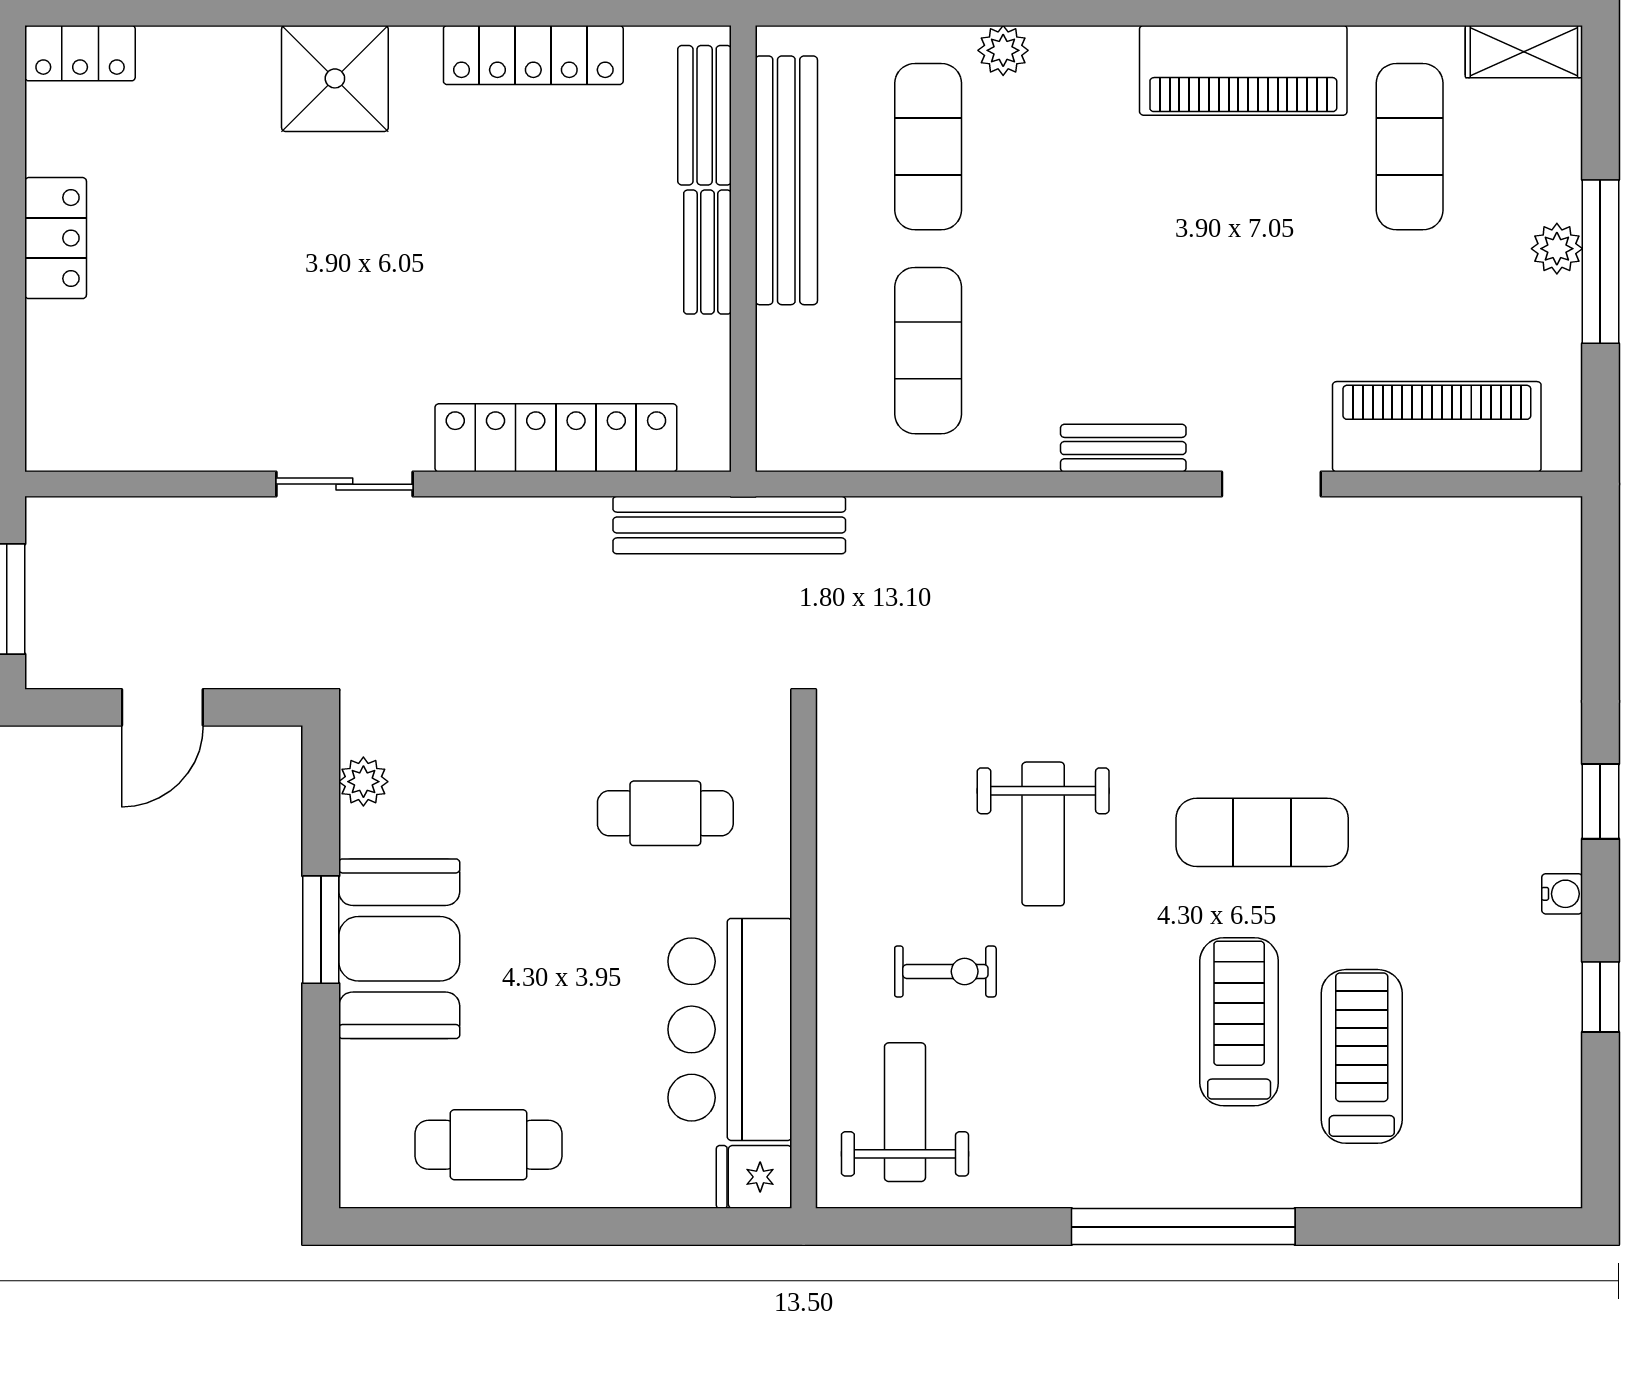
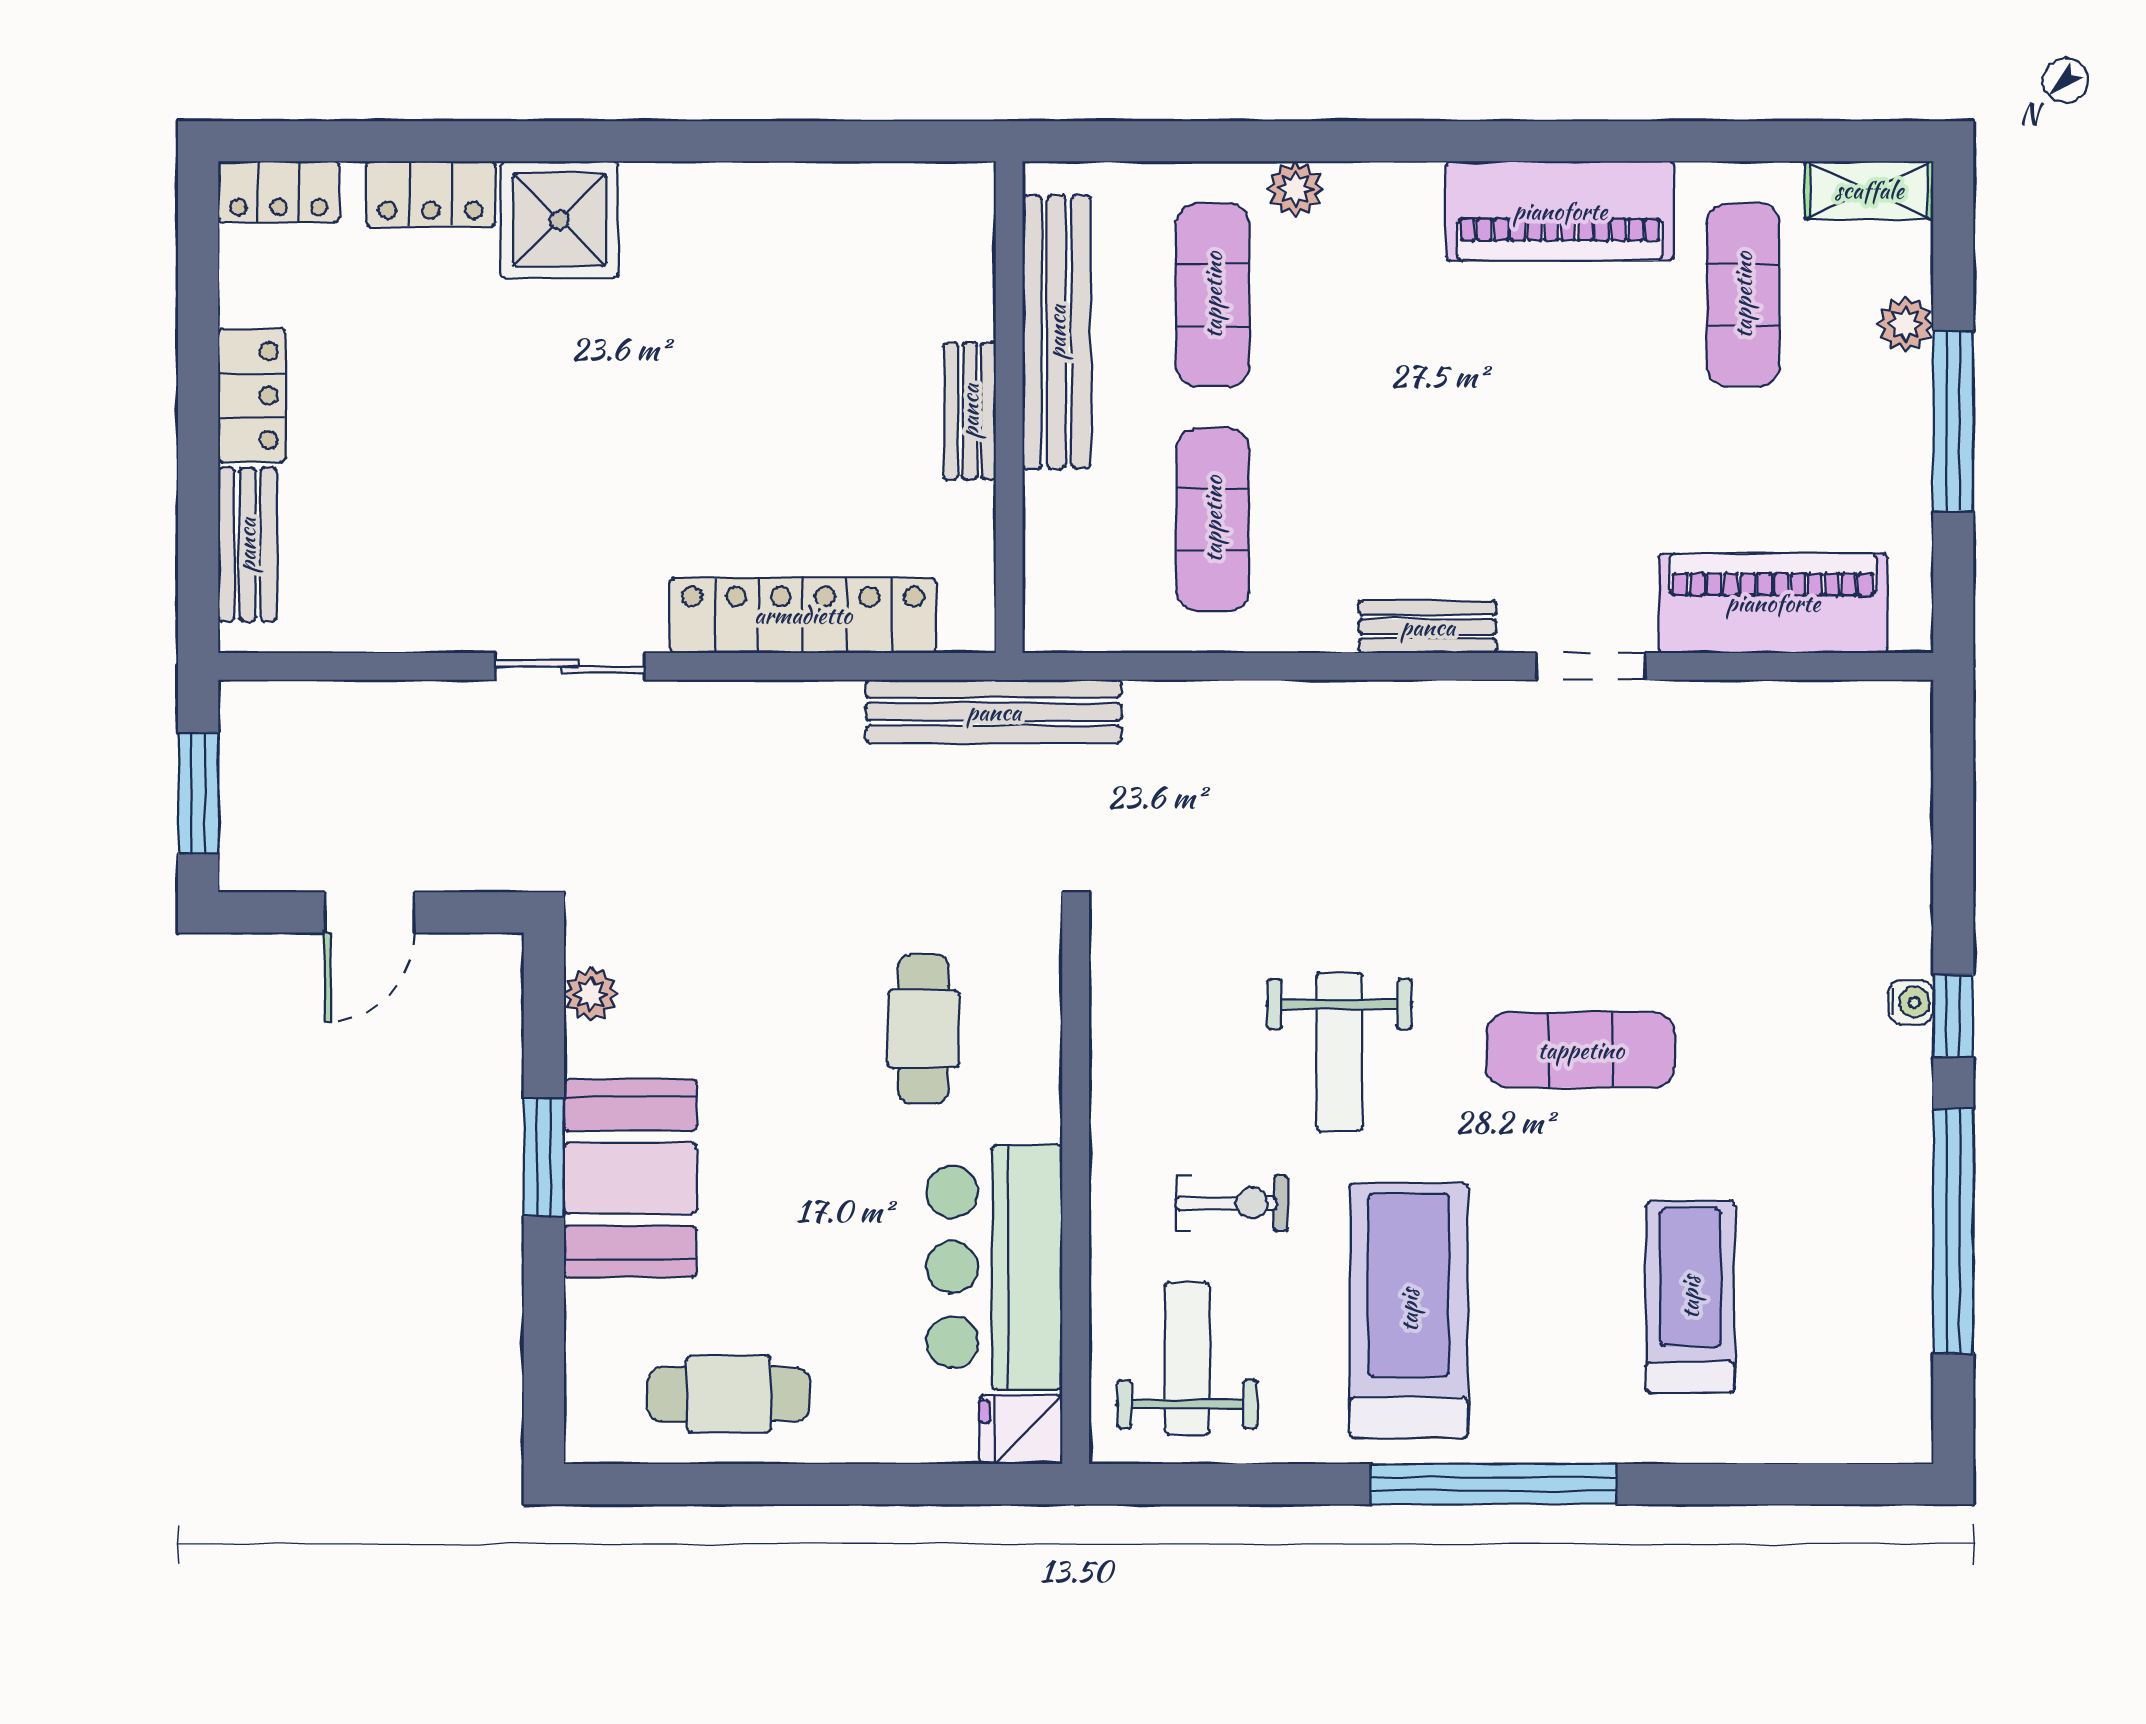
locker: (533, 55) -> (431, 194), moved, width x0.66
bench: (705, 115) -> (247, 545), moved
plant: (1557, 249) -> (1905, 324), moved
cafe table: (665, 813) -> (923, 1029), turned 90
water cooler: (1562, 894) -> (1911, 1002), moved
window: (1600, 997) -> (1953, 1231), width x3.17
treadmill: (1239, 1022) -> (1409, 1310), moved, width x1.37, depth x1.38

